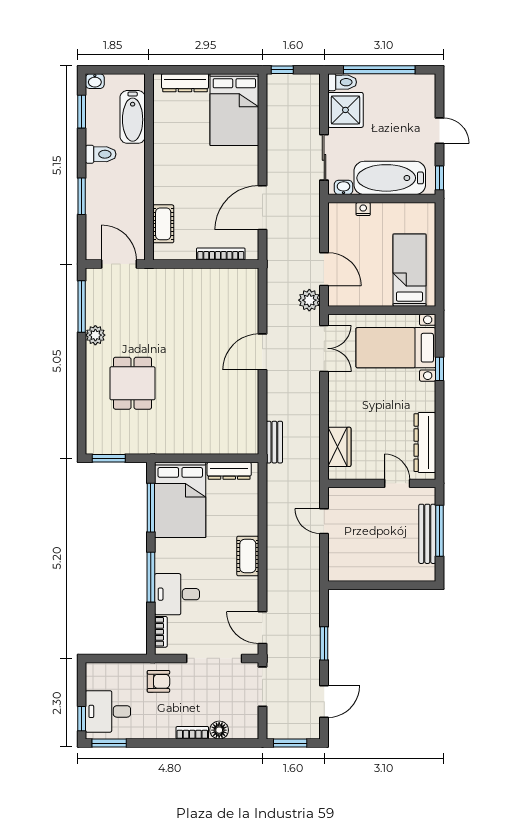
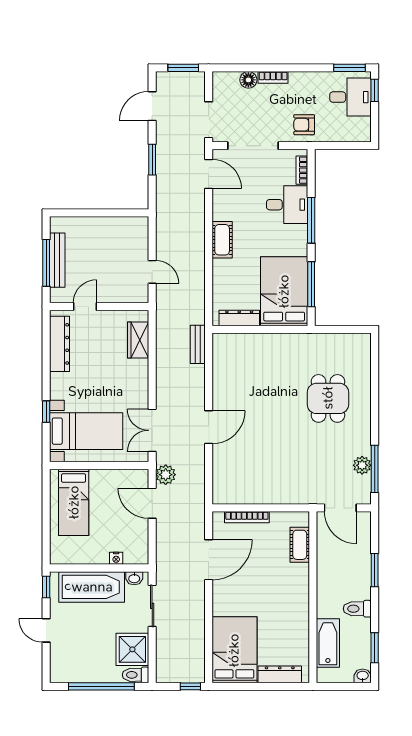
plant: (95, 335) -> (362, 465), moved
window: (109, 458) -> (350, 329), removed
door: (397, 483) -> (85, 306), swing flipped

